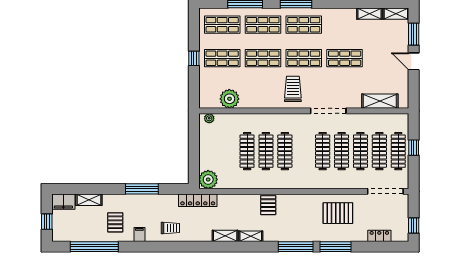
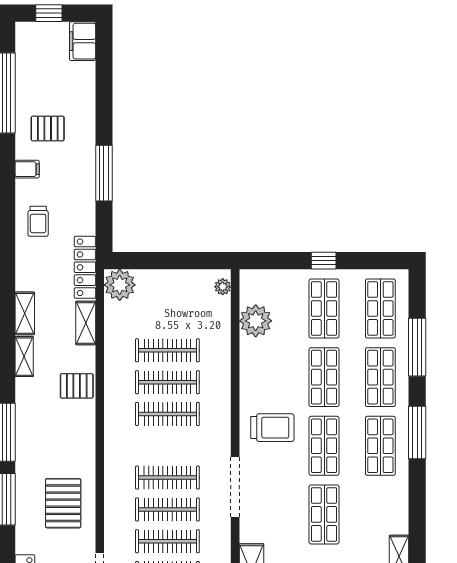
shelving: (89, 200) -> (86, 323), moved

